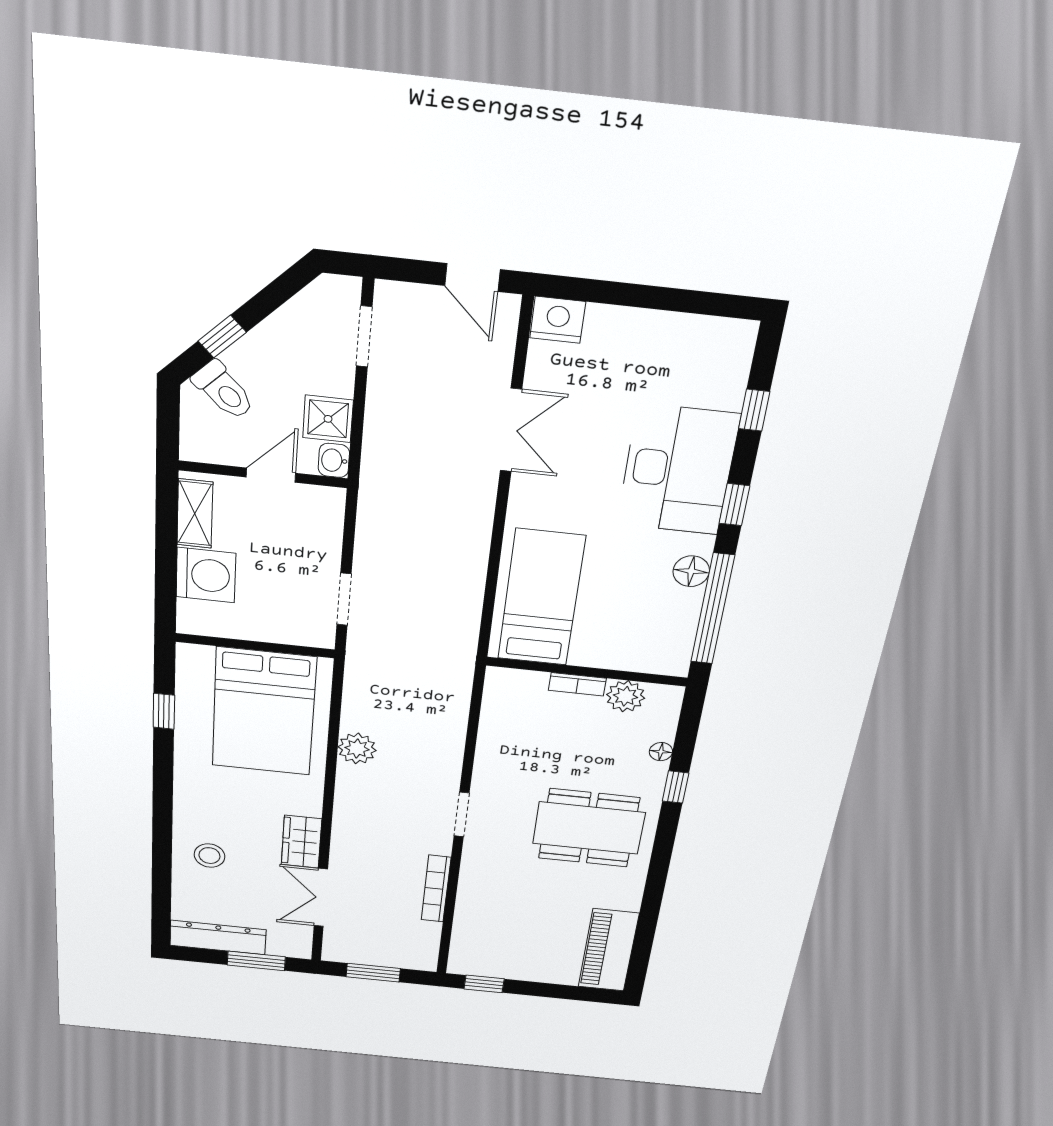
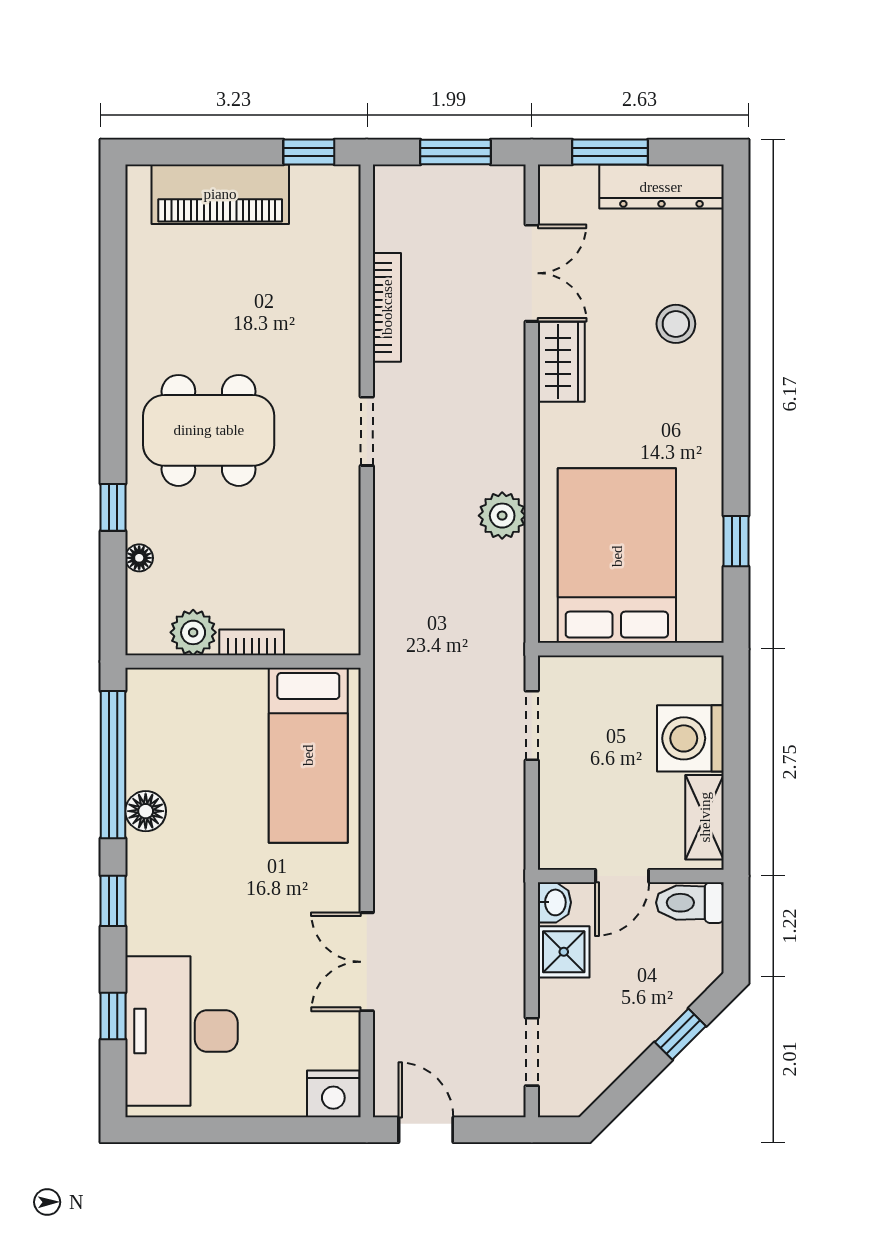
toilet: (224, 390) -> (690, 903), moved, turned -45
desk: (678, 470) -> (181, 1031), moved
piano: (609, 950) -> (220, 194), moved, turned 90

